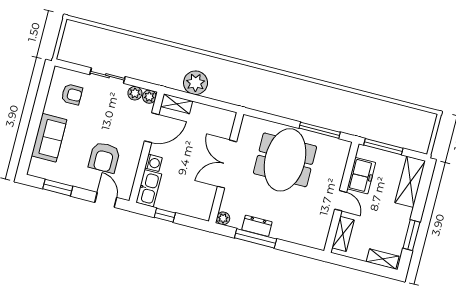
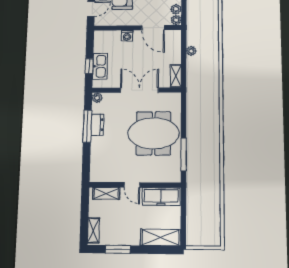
plant: (196, 83) -> (191, 51), width x0.53, depth x0.53
shelving: (177, 104) -> (176, 76), moved
window: (383, 147) -> (183, 208), removed
freezer: (361, 176) -> (161, 197), width x1.40
kitchen sink: (149, 188) -> (100, 66), moved, turned -90
door: (341, 201) -> (132, 185), hinge flipped
window: (165, 215) -> (89, 66), moved

